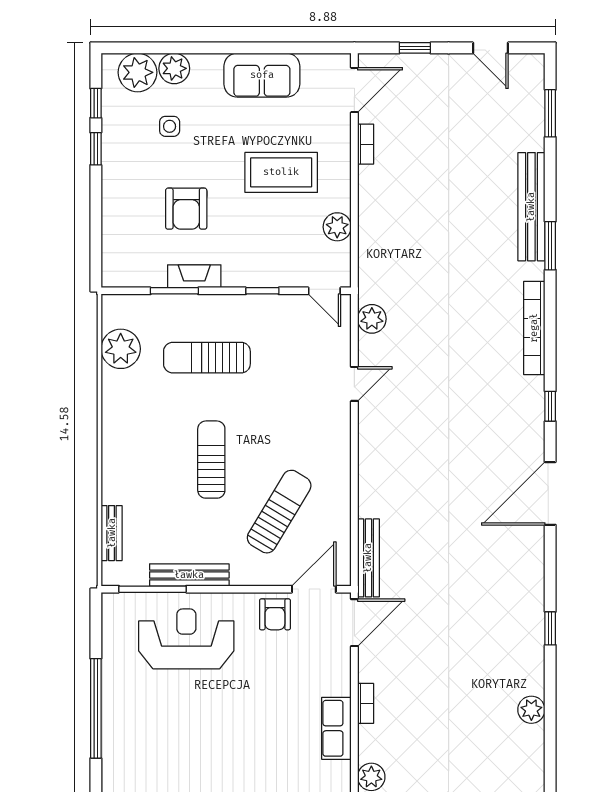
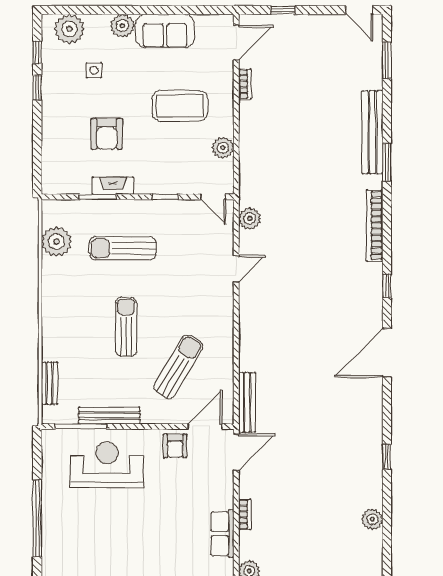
door: (490, 48) -> (359, 10), moved
plant: (174, 68) -> (122, 26), moved

